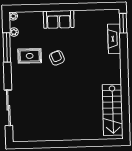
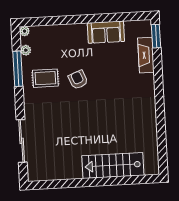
sofa: (59, 19) -> (106, 32), moved
stairs: (113, 110) -> (113, 165), moved, turned 90

